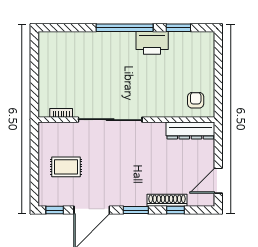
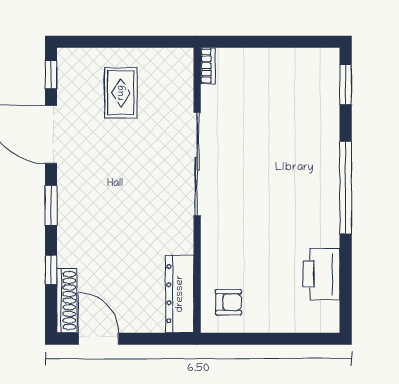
window: (178, 28) -> (346, 84), moved
printer: (152, 43) -> (321, 274), moved
bookcase: (61, 113) -> (208, 66), moved
shoe rack: (167, 200) -> (67, 301), moved

